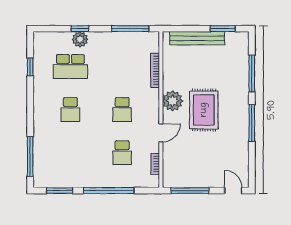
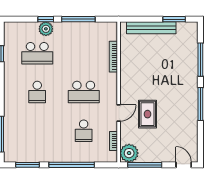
window: (130, 29) -> (78, 19), moved
plant: (173, 101) -> (129, 153), moved
school desk: (122, 110) -> (84, 92), width x1.85
rug: (204, 110) -> (148, 114), moved, width x0.73, depth x0.70

